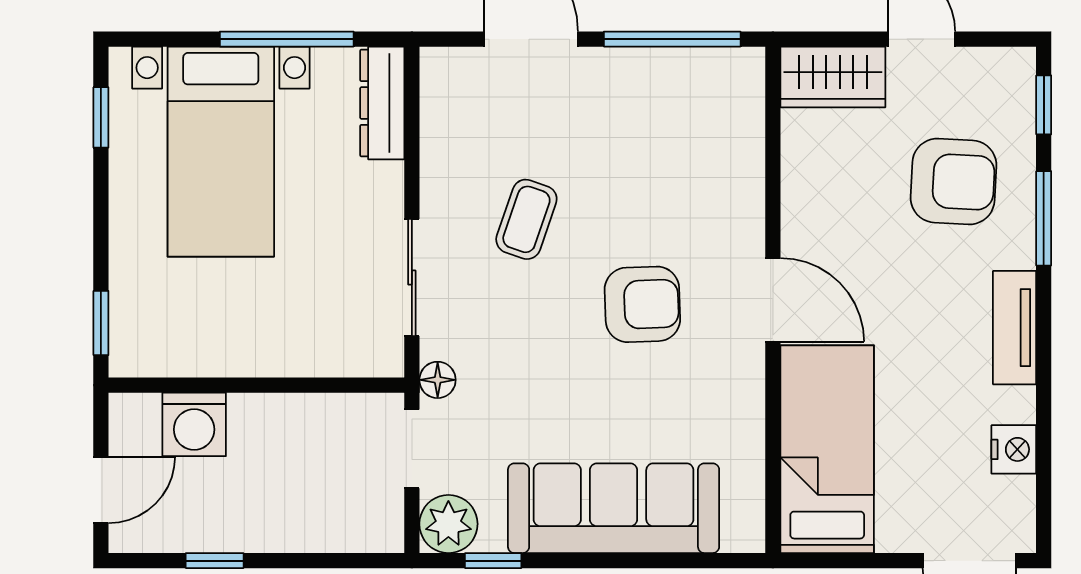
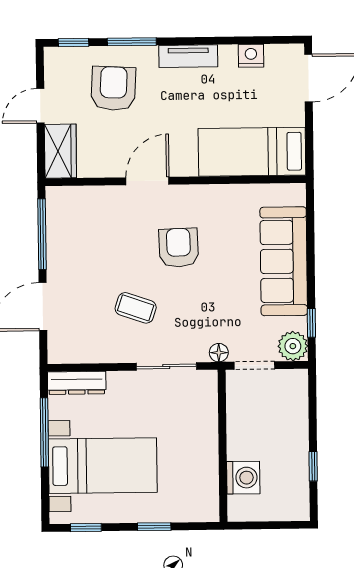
door: (773, 300) -> (147, 181), moved
window: (101, 323) -> (154, 527), moved
door: (101, 490) -> (277, 525), removed

